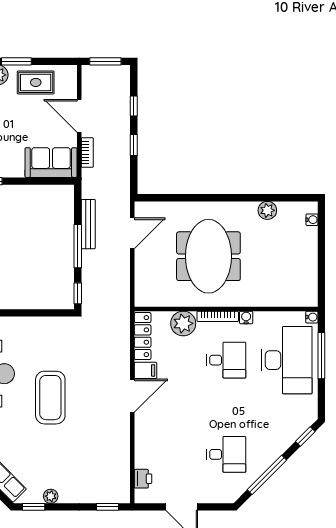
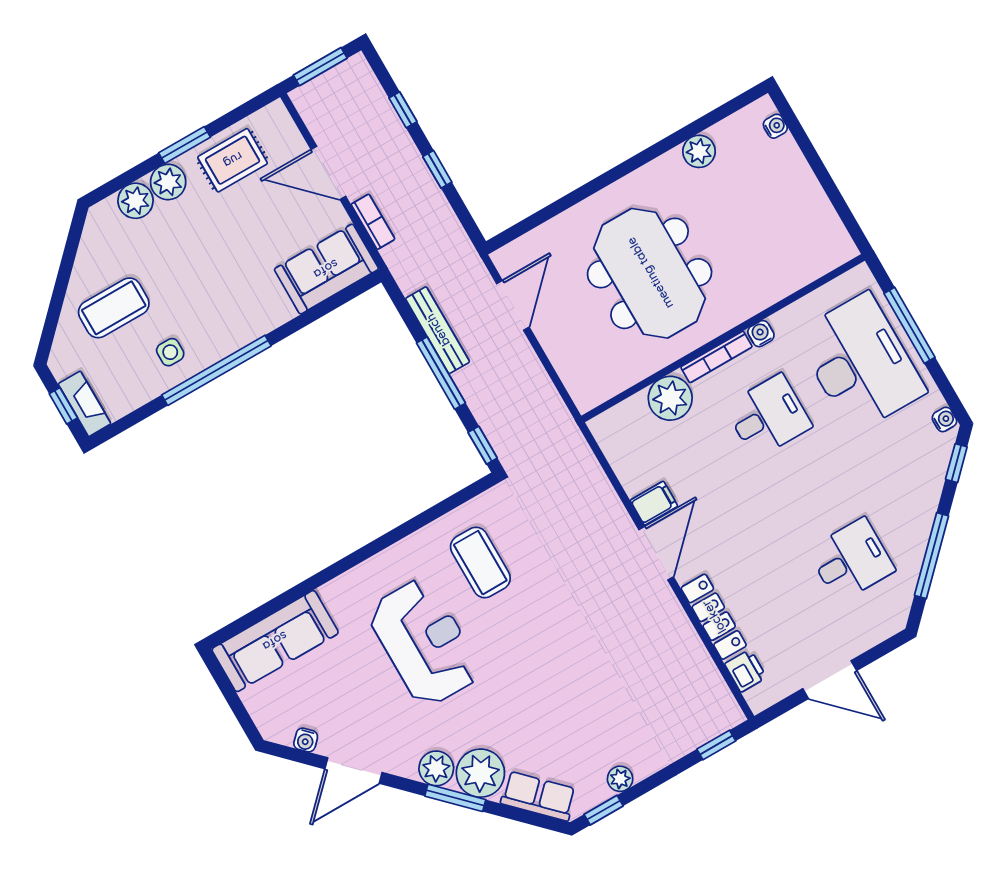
water cooler: (312, 317) -> (944, 419), moved
locker: (143, 336) -> (714, 617), moved
coffee table: (50, 398) -> (480, 563), moved, width x0.73, depth x0.76

